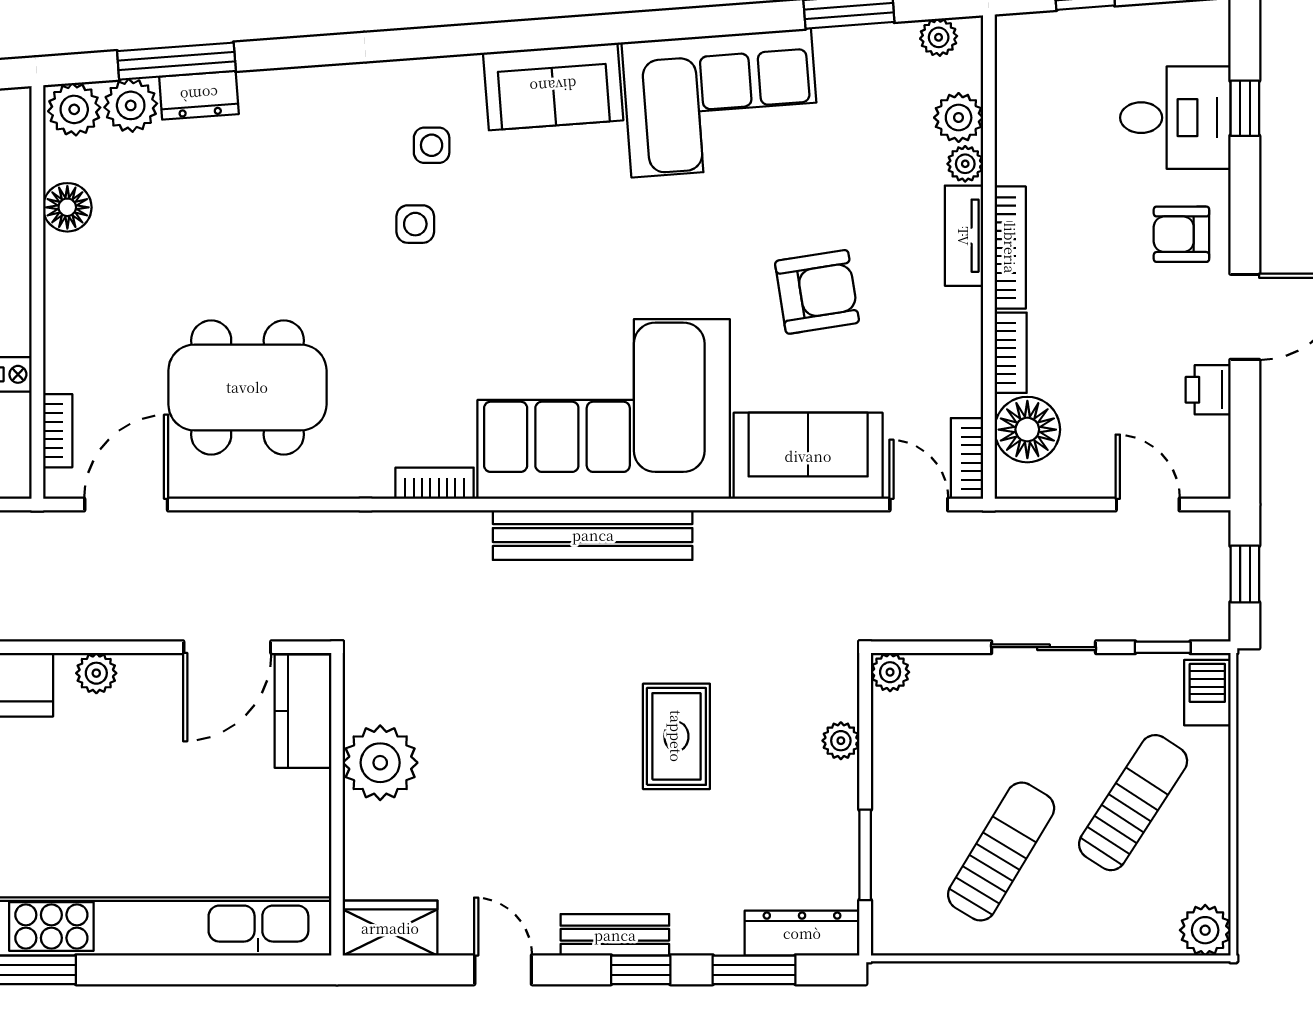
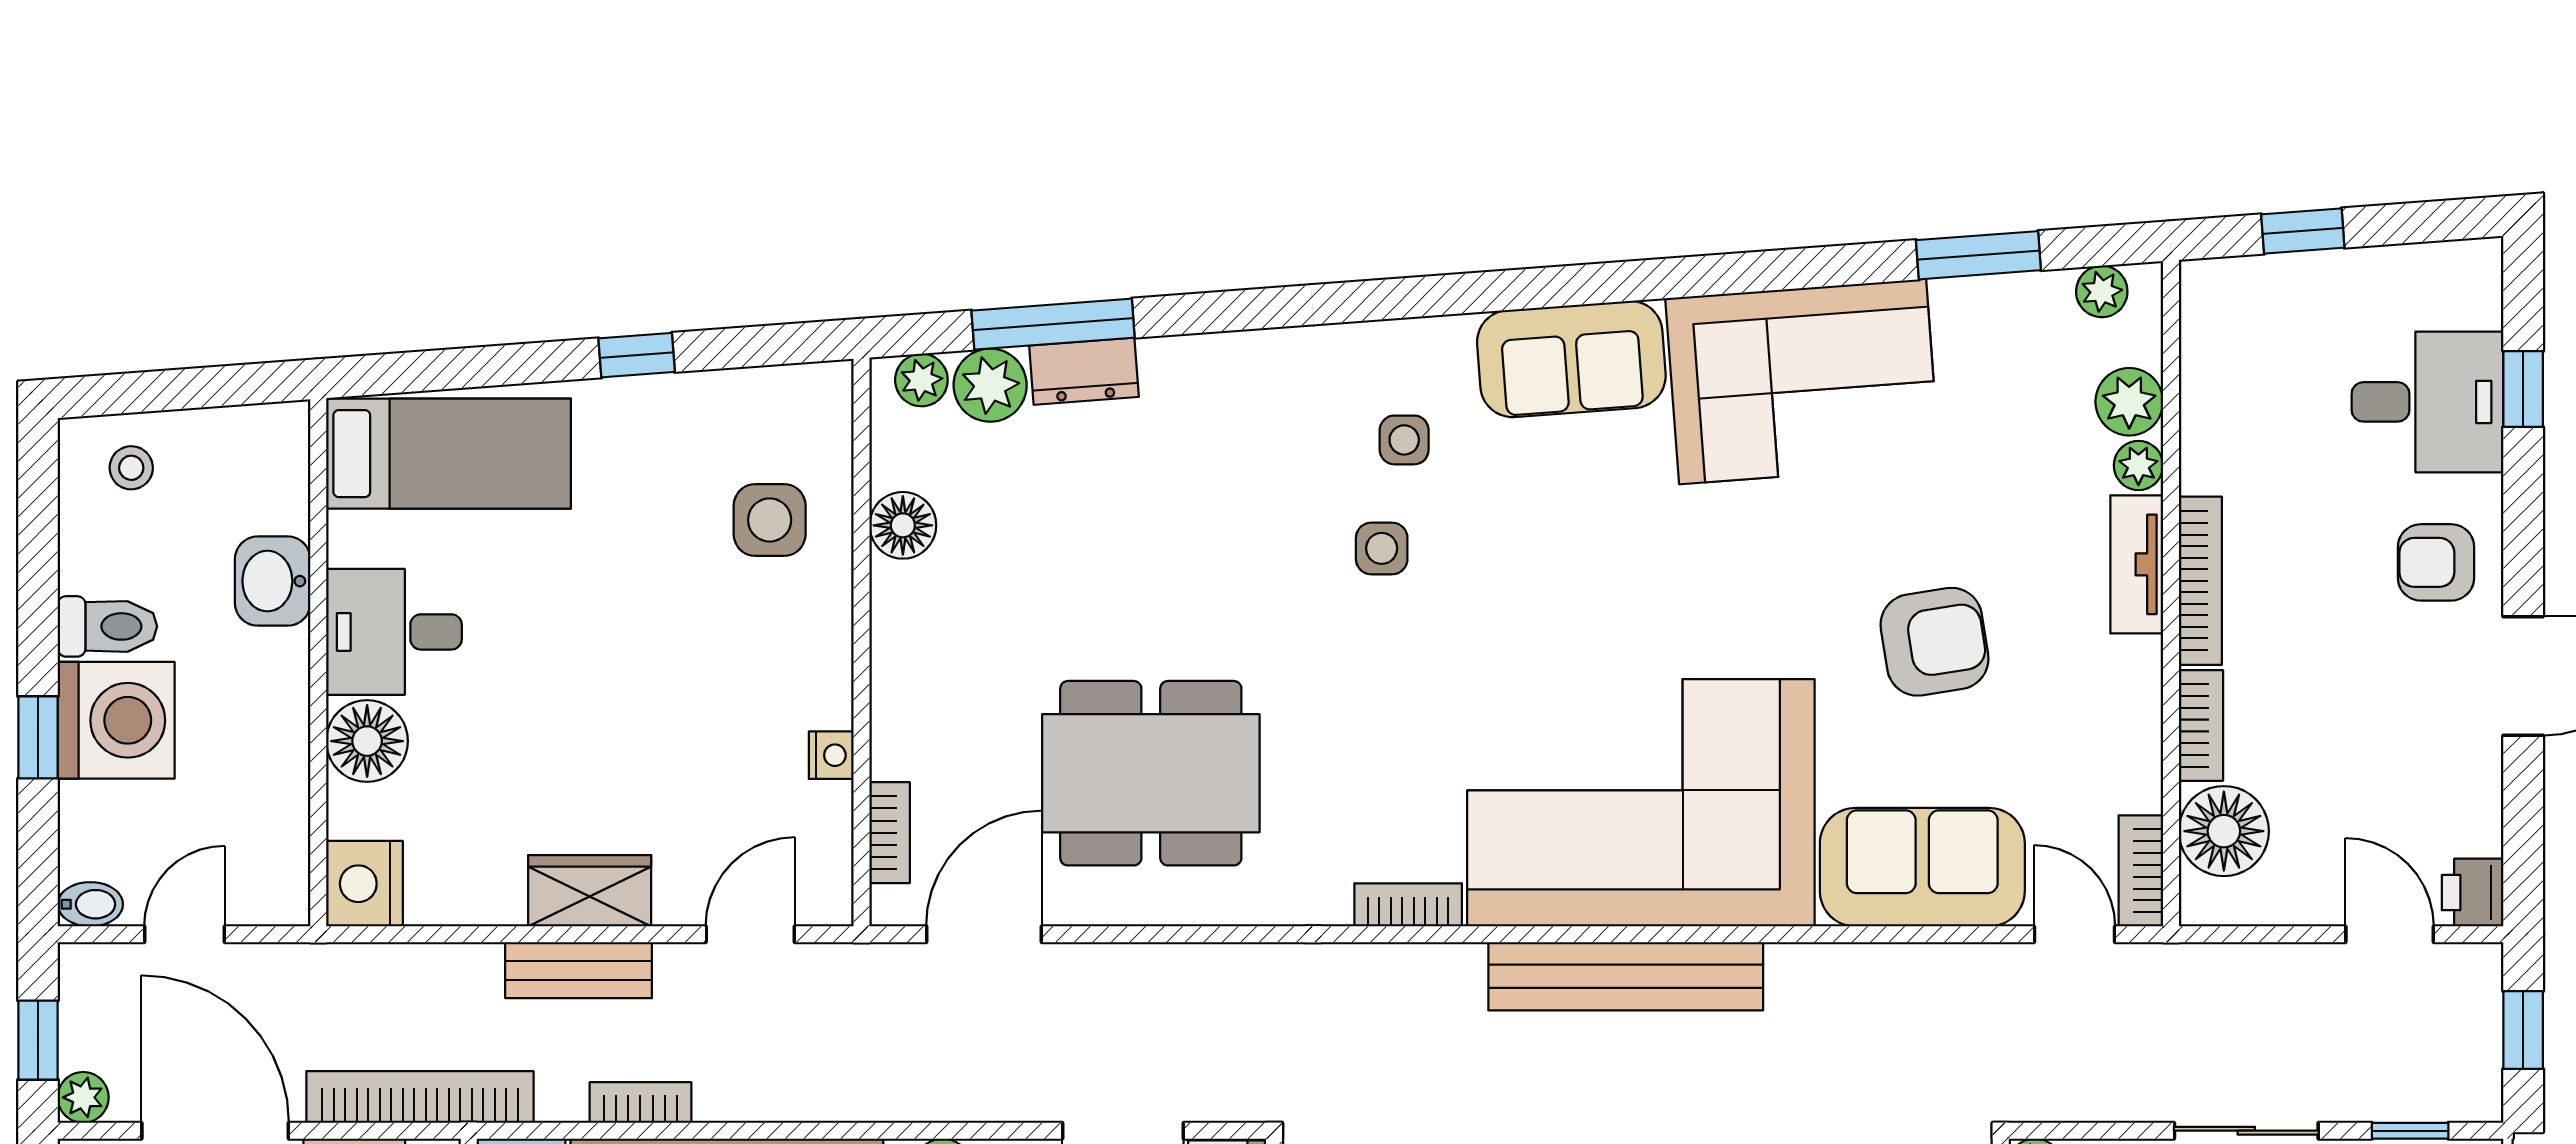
plant: (74, 109) -> (921, 380), width x0.73, depth x0.73
printer: (1208, 390) -> (2473, 893), moved

